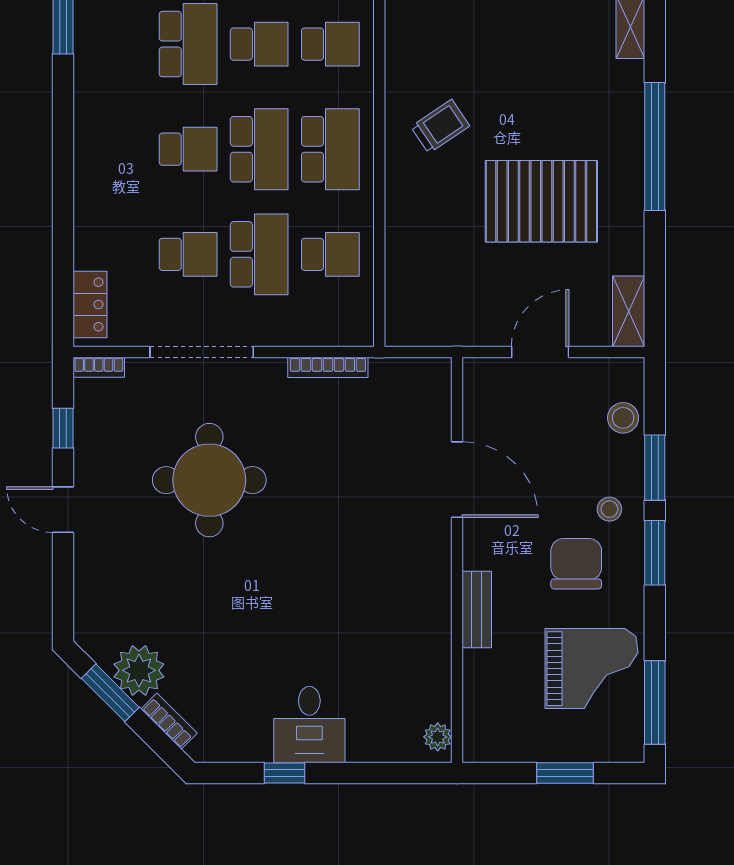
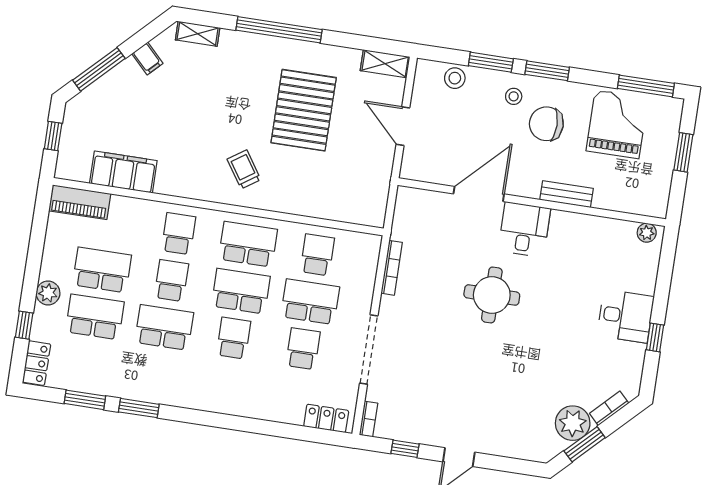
round table: (209, 480) -> (492, 295), moved, width x0.73, depth x0.73
desk: (415, 555) -> (524, 230), added

